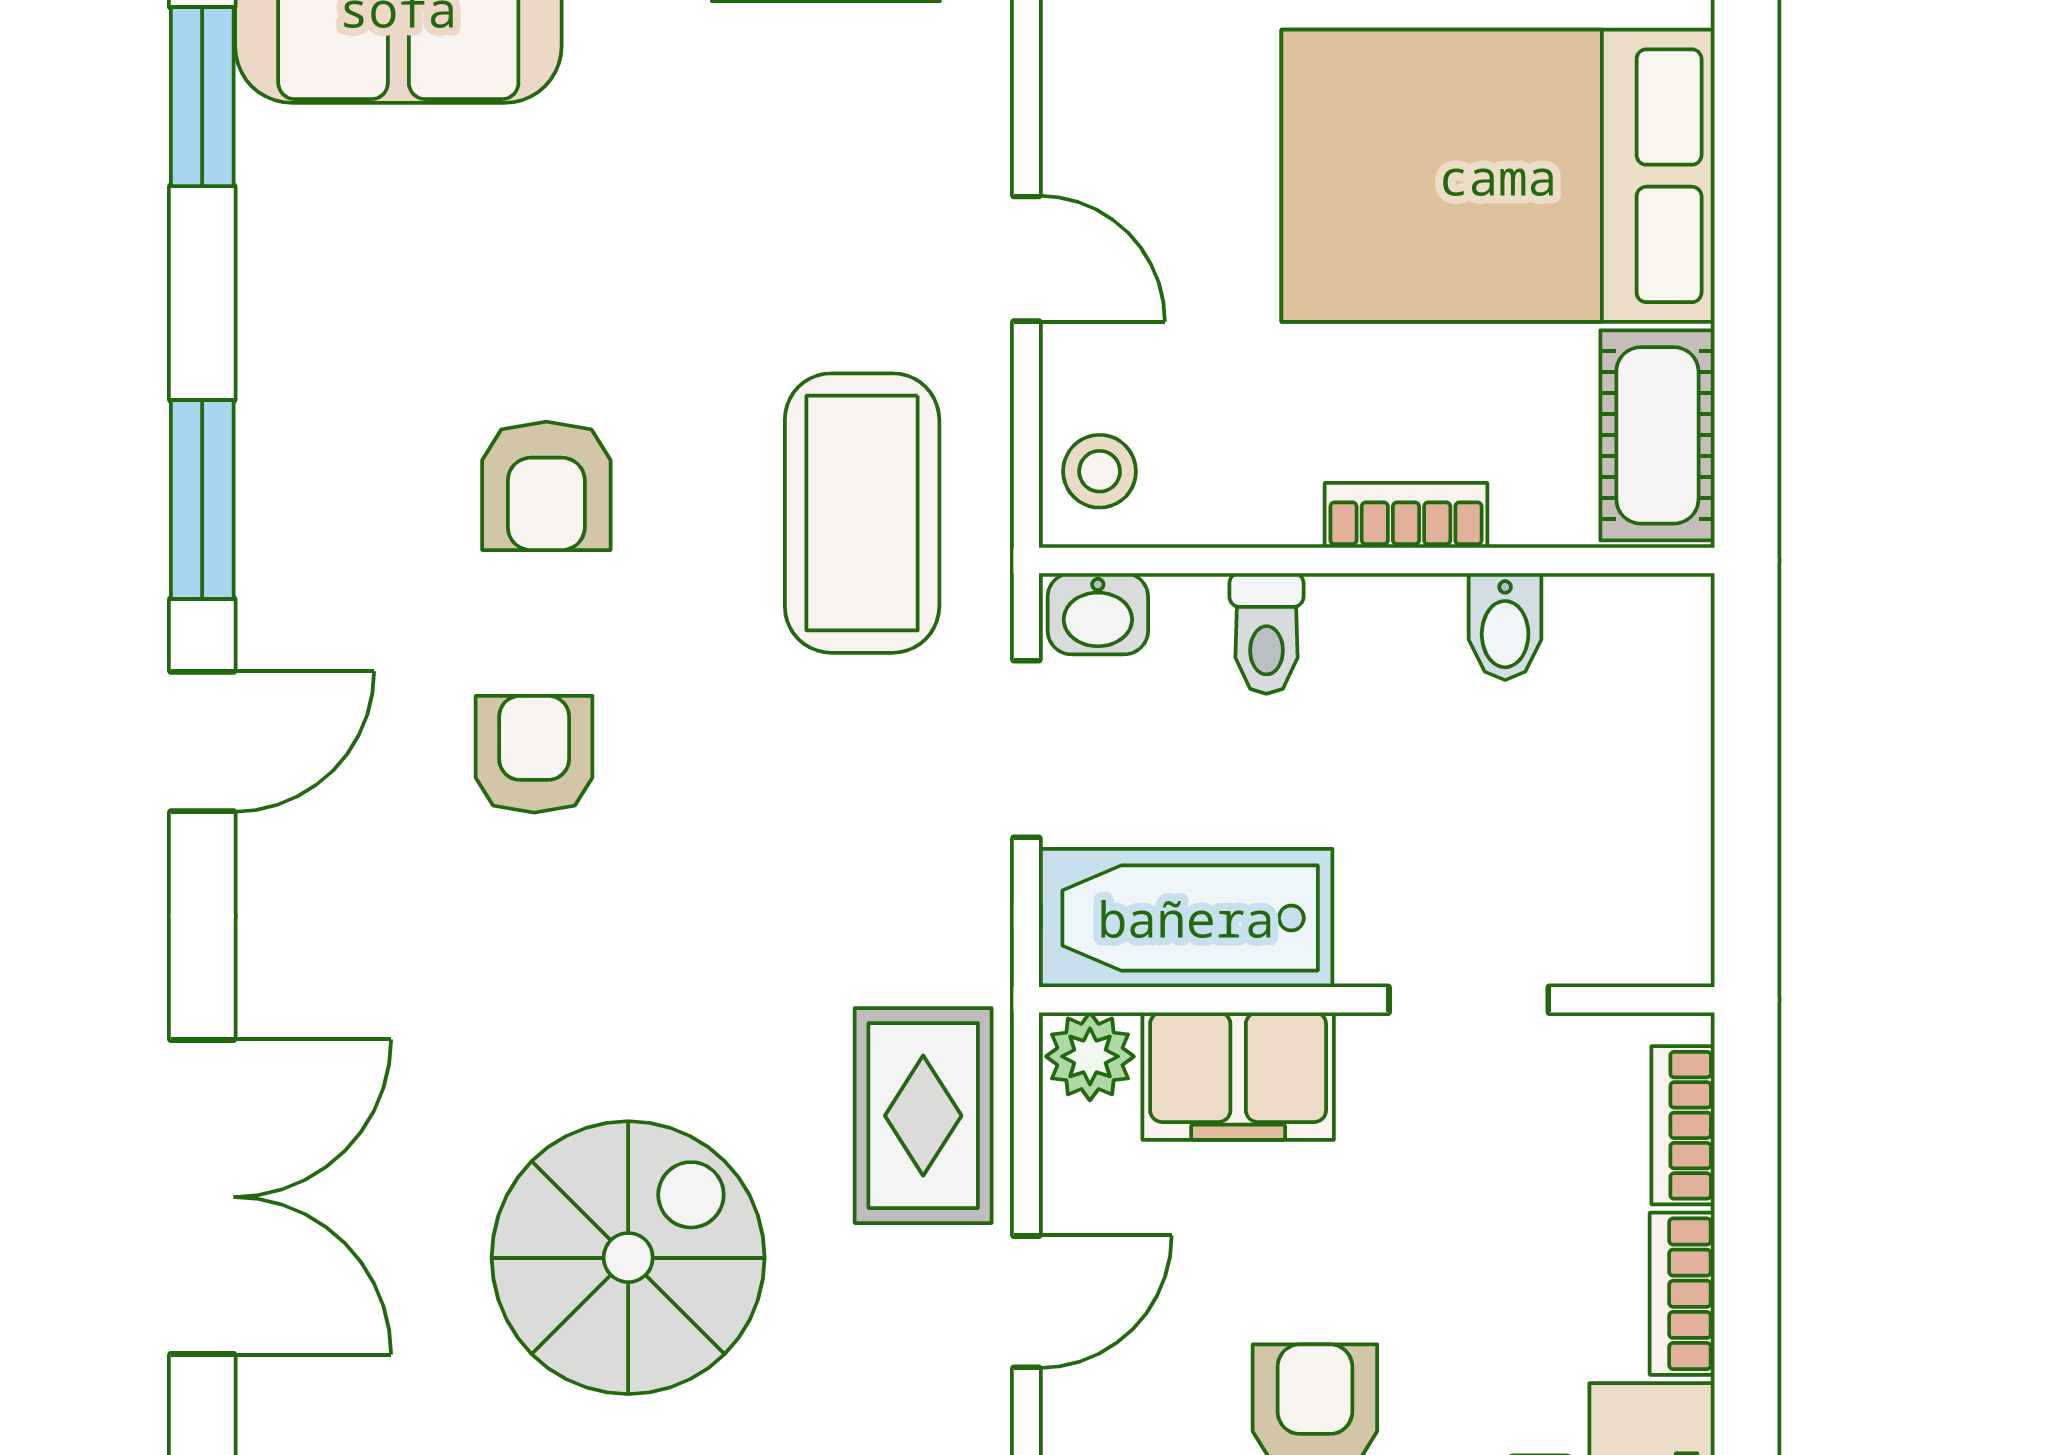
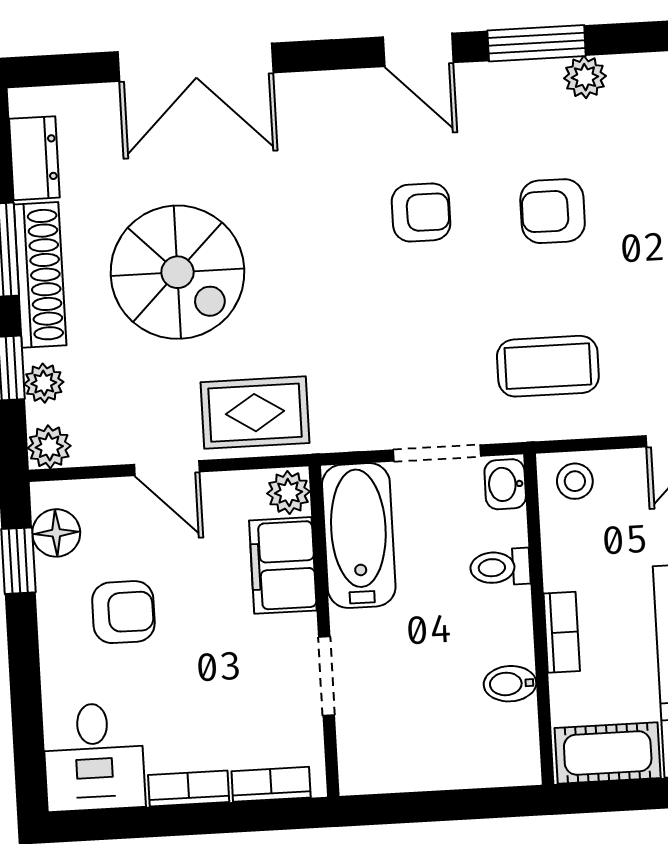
plant: (277, 405) -> (585, 77), added
coffee table: (862, 513) -> (548, 366), width x0.73, depth x0.76

